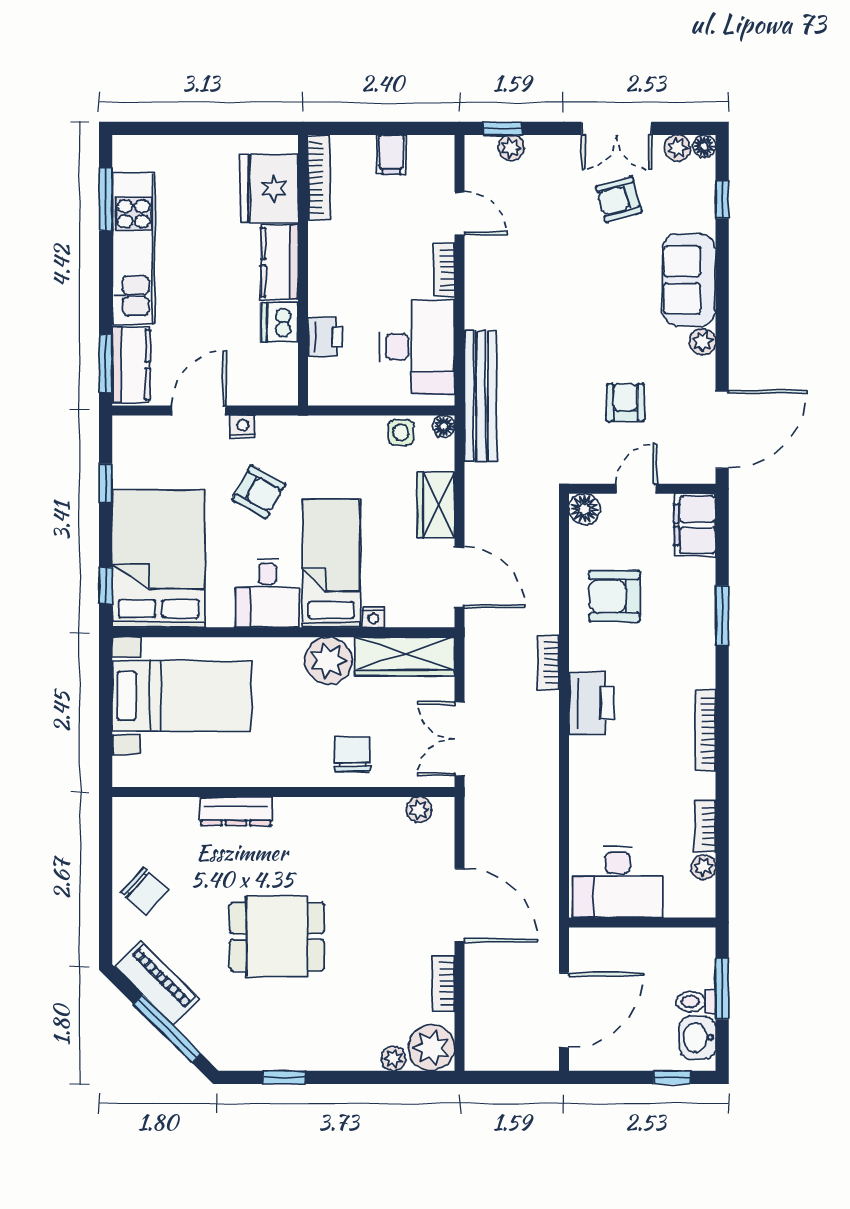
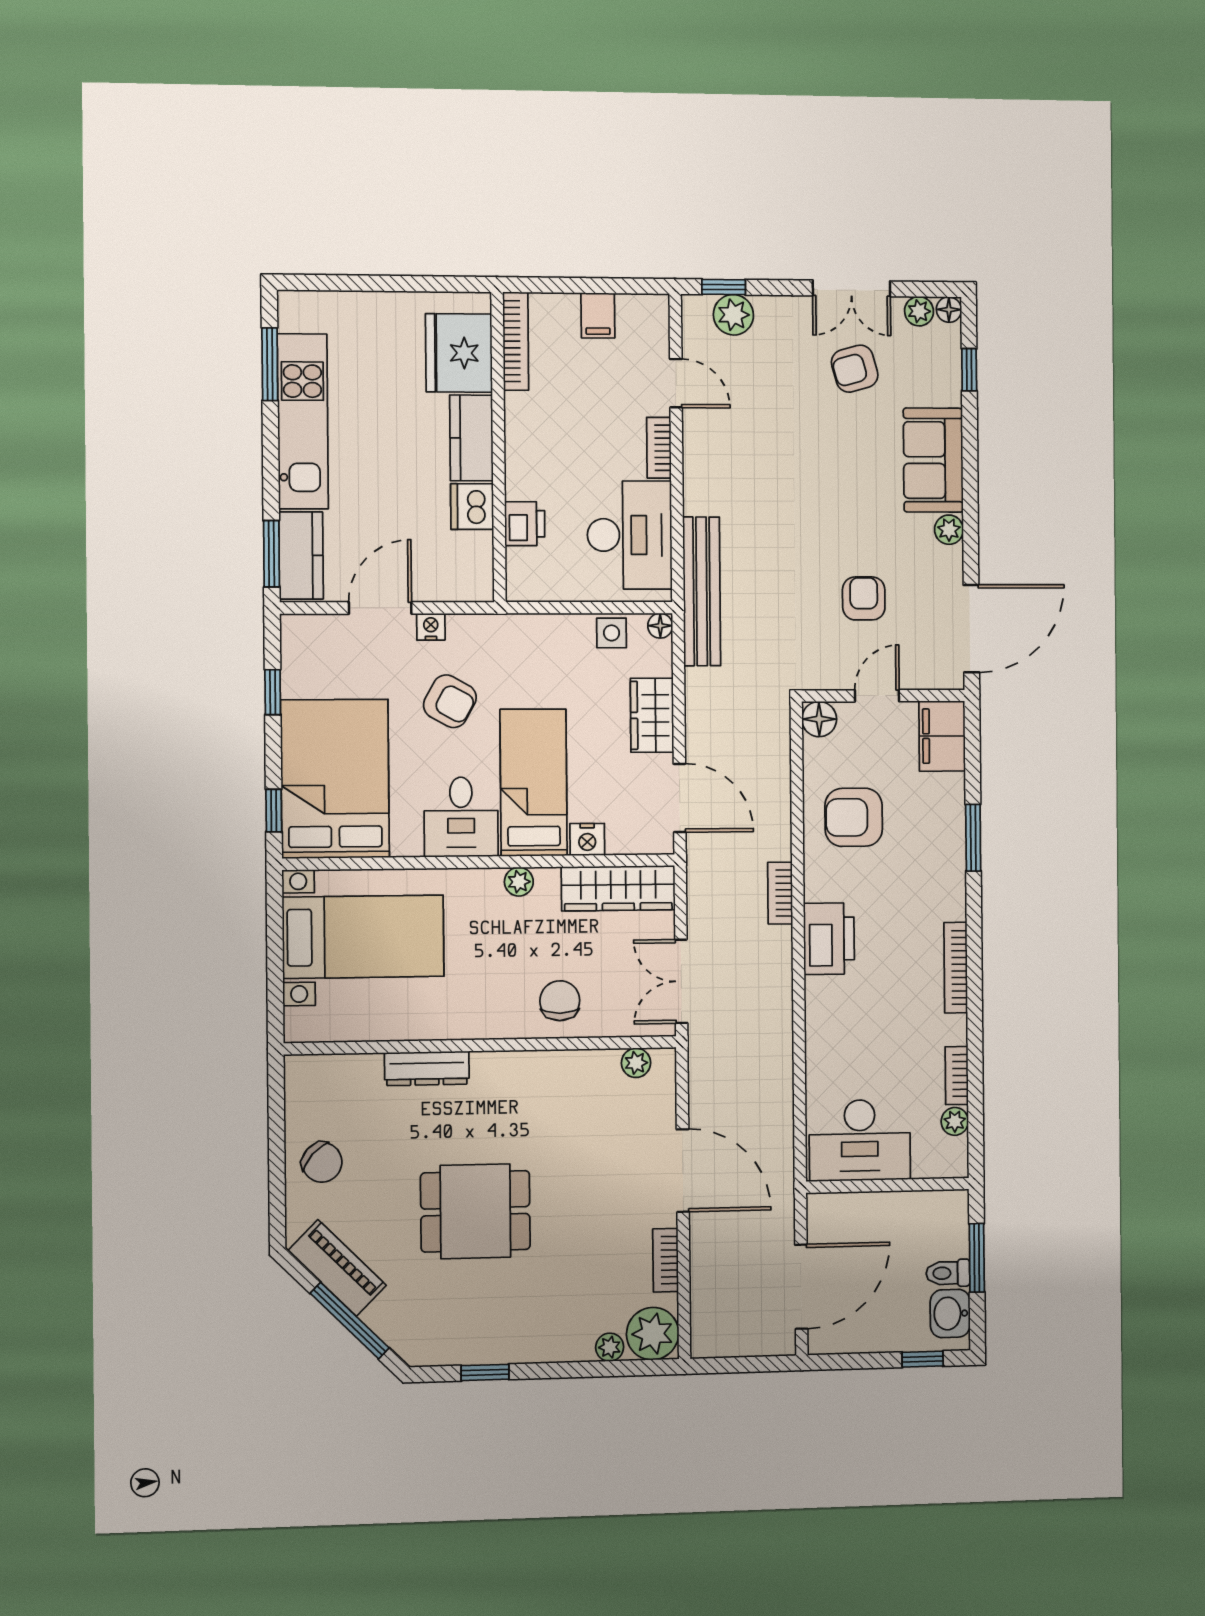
plant: (511, 148) -> (733, 315), width x1.38, depth x1.38
nightstand: (374, 617) -> (587, 839), width x1.39, depth x1.35
plant: (328, 661) -> (519, 882), width x0.53, depth x0.53

